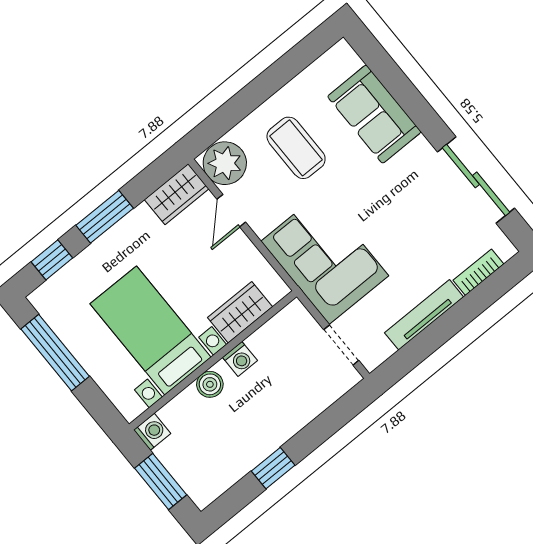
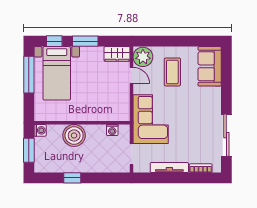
sofa: (374, 114) -> (210, 66), moved
door: (231, 211) -> (132, 75), swing flipped
wardrobe: (240, 312) -> (105, 114), removed
bed with nightstands: (151, 330) -> (57, 73), moved, turned 180
washing machine: (240, 359) -> (112, 130), moved
boiler: (210, 384) -> (74, 135), width x1.86, depth x1.86

